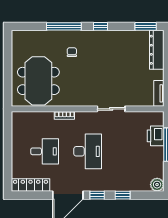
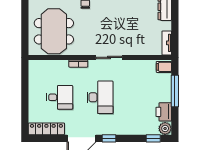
sliding door: (111, 109) -> (109, 57), moved
filing cabinet: (156, 119) -> (164, 67), added
printer: (156, 136) -> (164, 112), moved
window: (123, 195) -> (153, 138), moved

